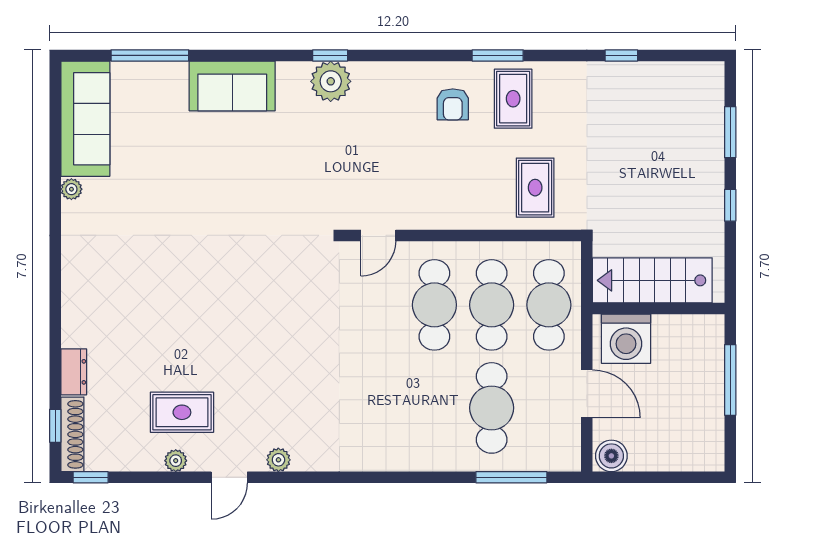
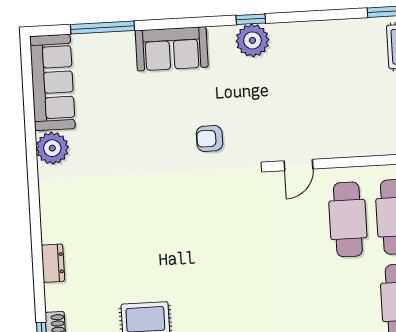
armchair: (453, 104) -> (209, 138), moved, turned 90
plant: (71, 189) -> (52, 148), width x1.88, depth x1.88
dresser: (74, 372) -> (53, 263), moved

